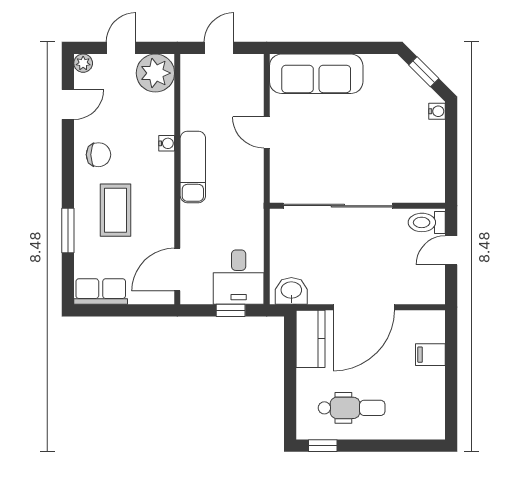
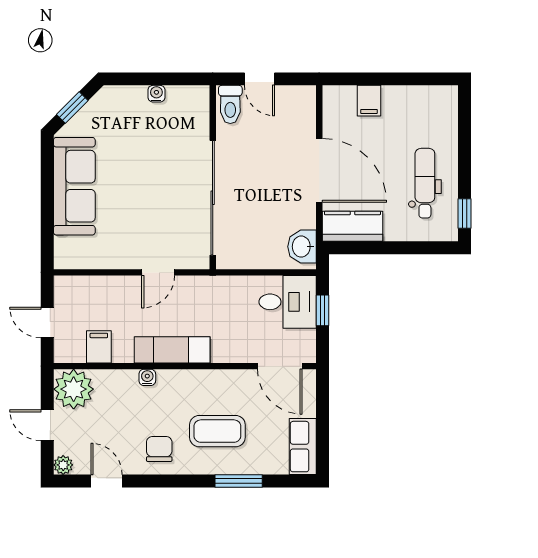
sofa: (316, 74) -> (74, 186), moved
filing cabinet: (196, 97) -> (99, 347), added
water cooler: (437, 111) -> (156, 94), moved
door: (267, 132) -> (158, 272), moved

